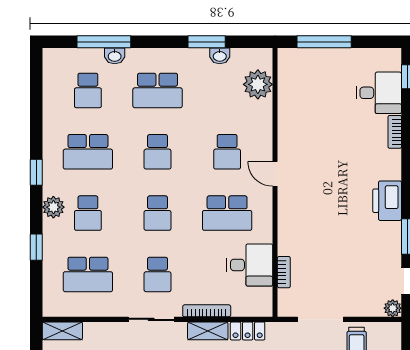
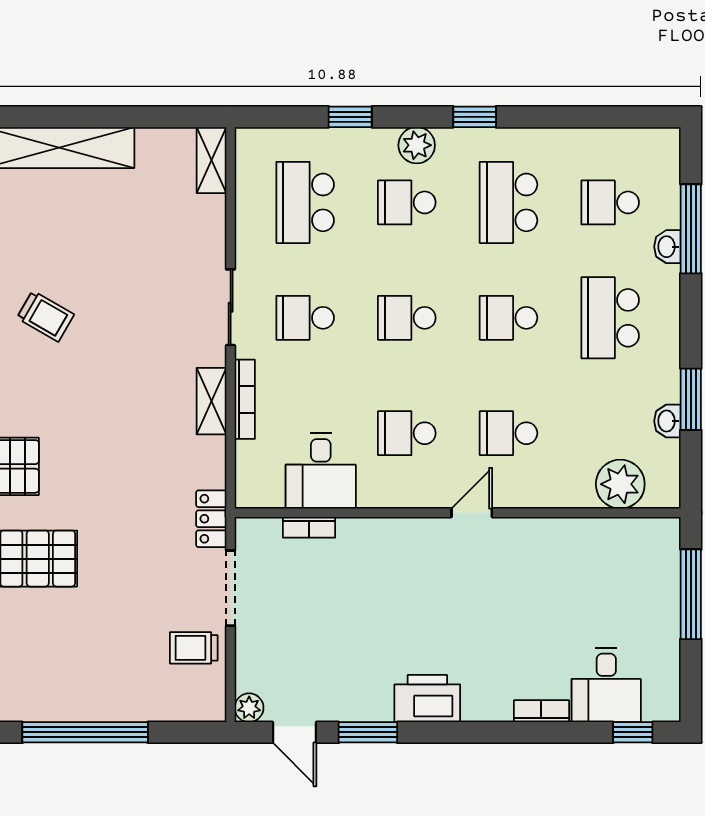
school desk: (227, 213) -> (407, 433), width x0.54
locker: (248, 331) -> (211, 519), moved

